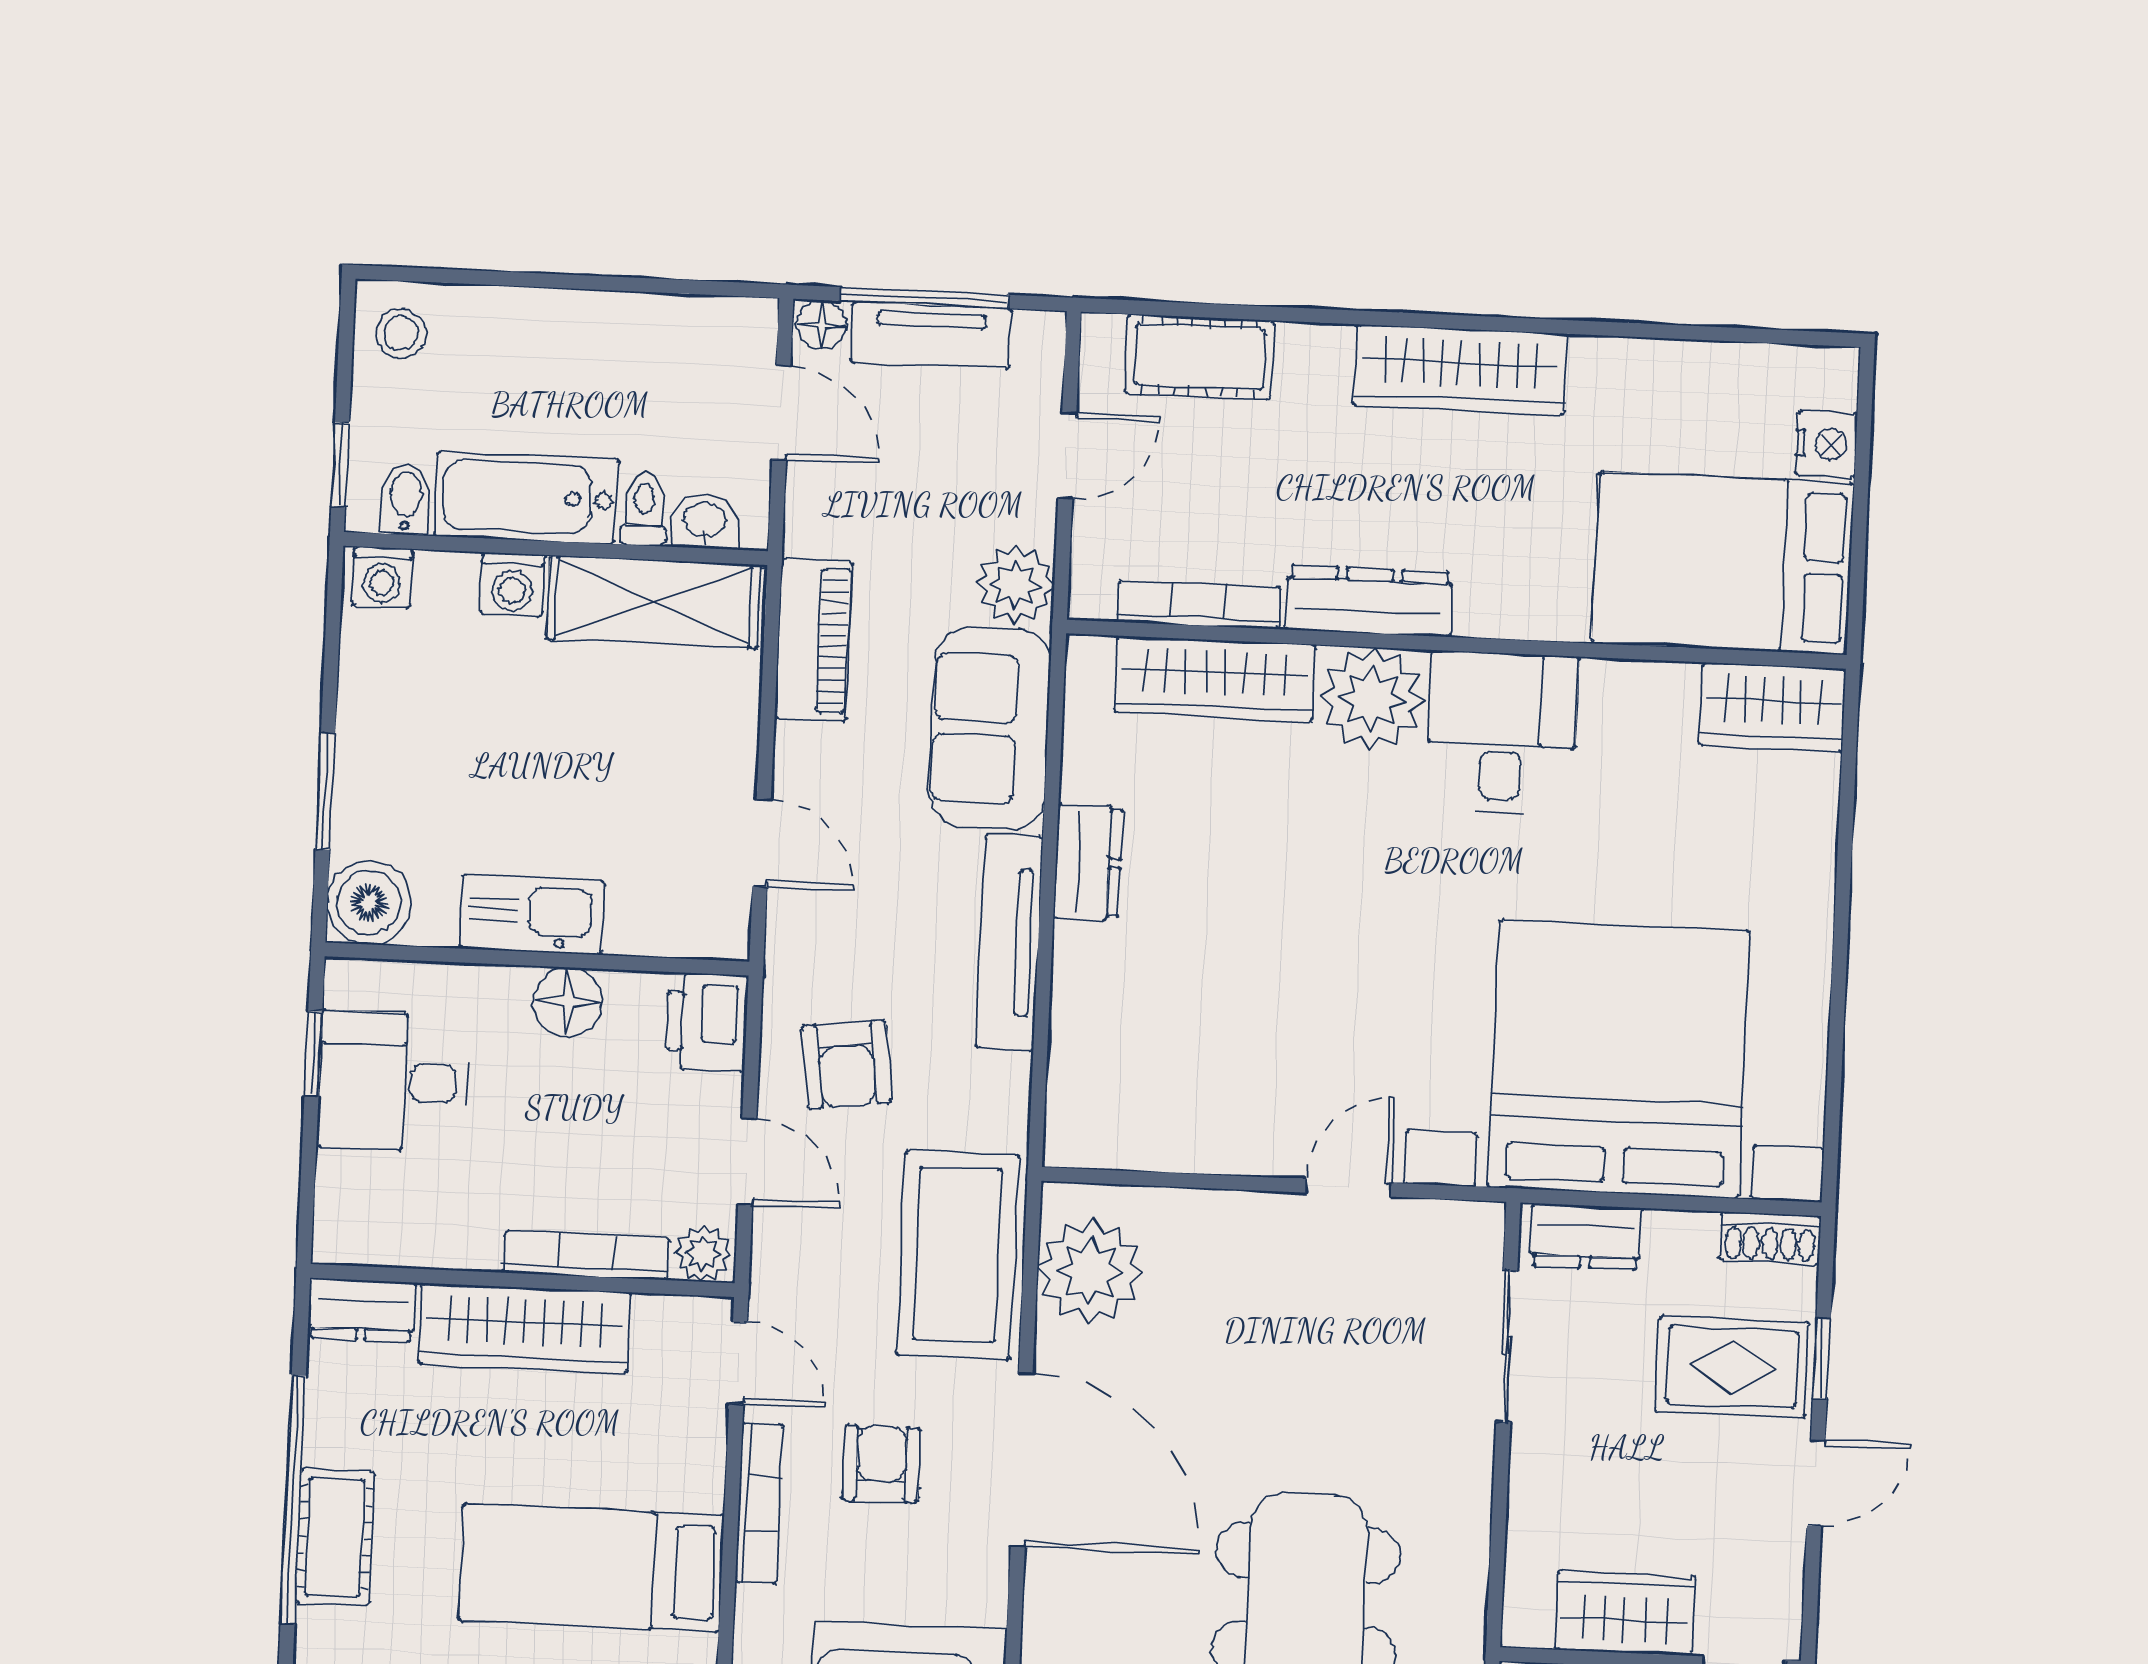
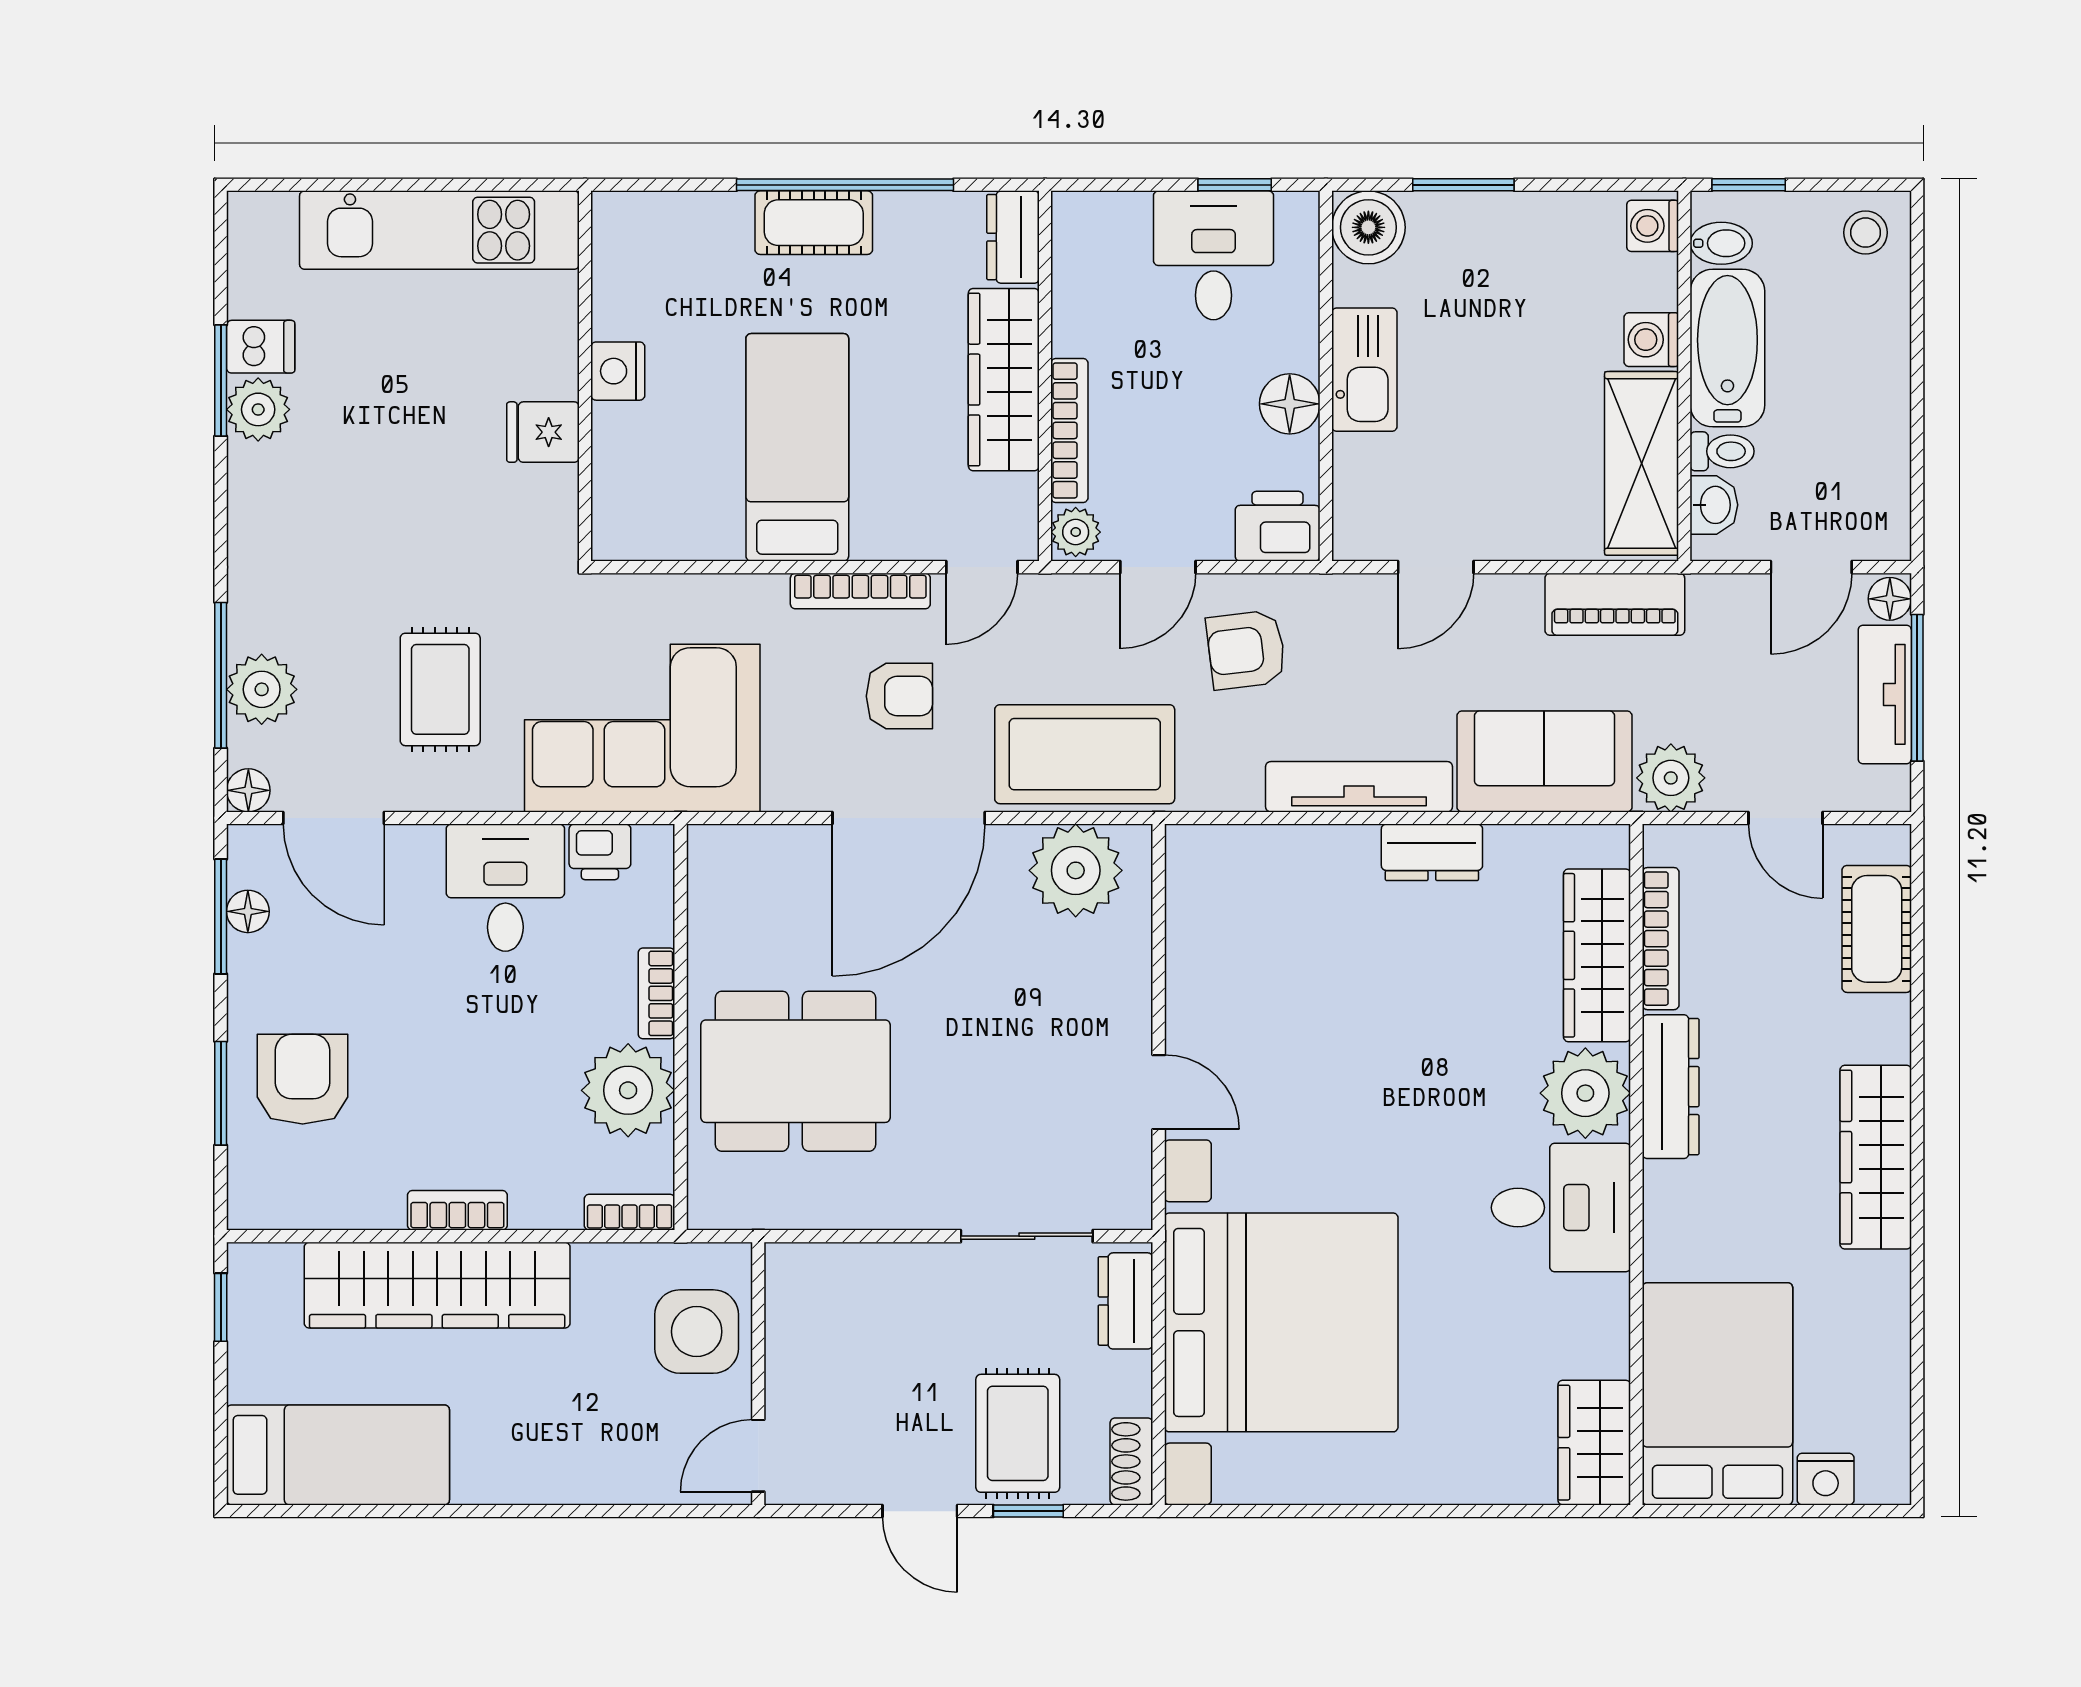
wardrobe: (1625, 1613) -> (799, 1350), removed

